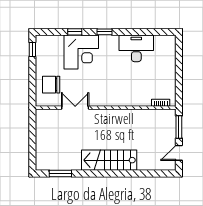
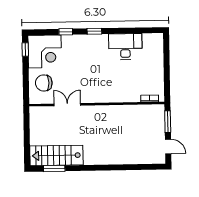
corner desk: (81, 52) -> (45, 51), moved
door: (179, 153) -> (168, 147), swing flipped
stairs: (109, 160) -> (56, 155), moved

